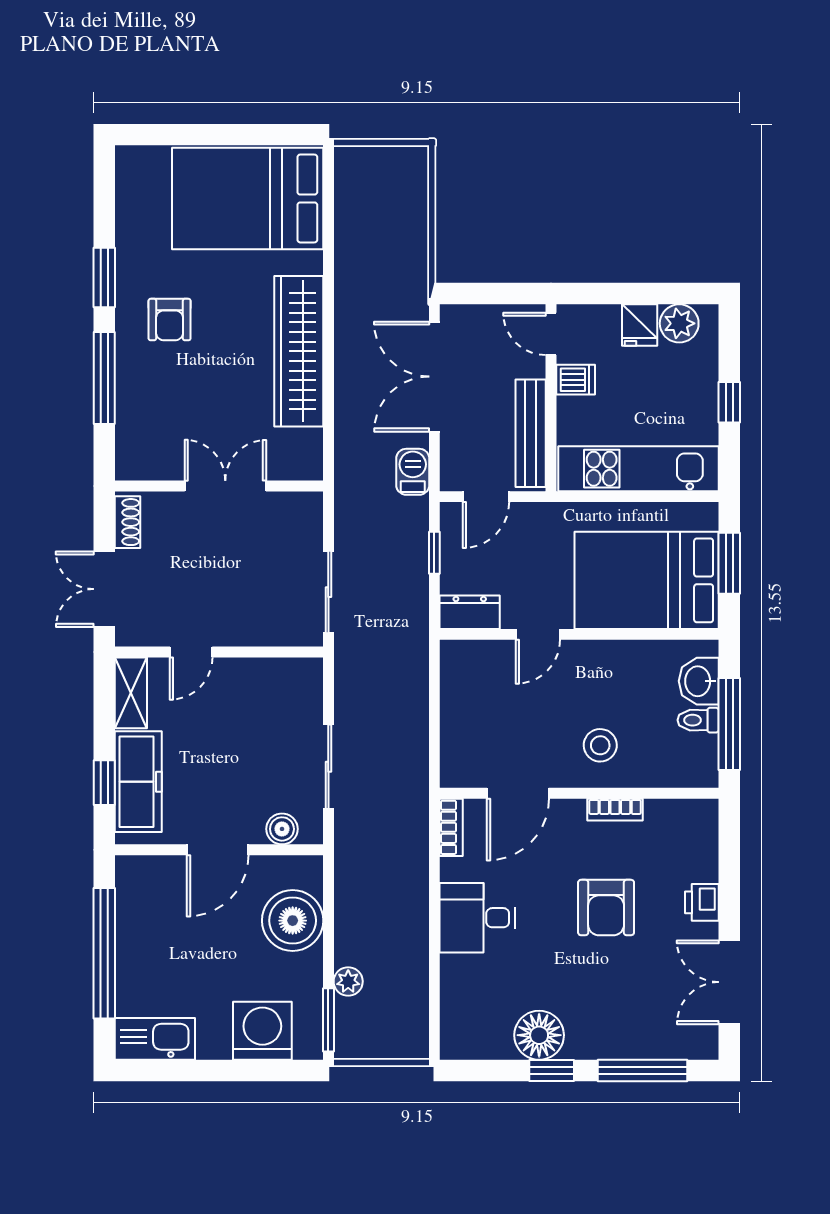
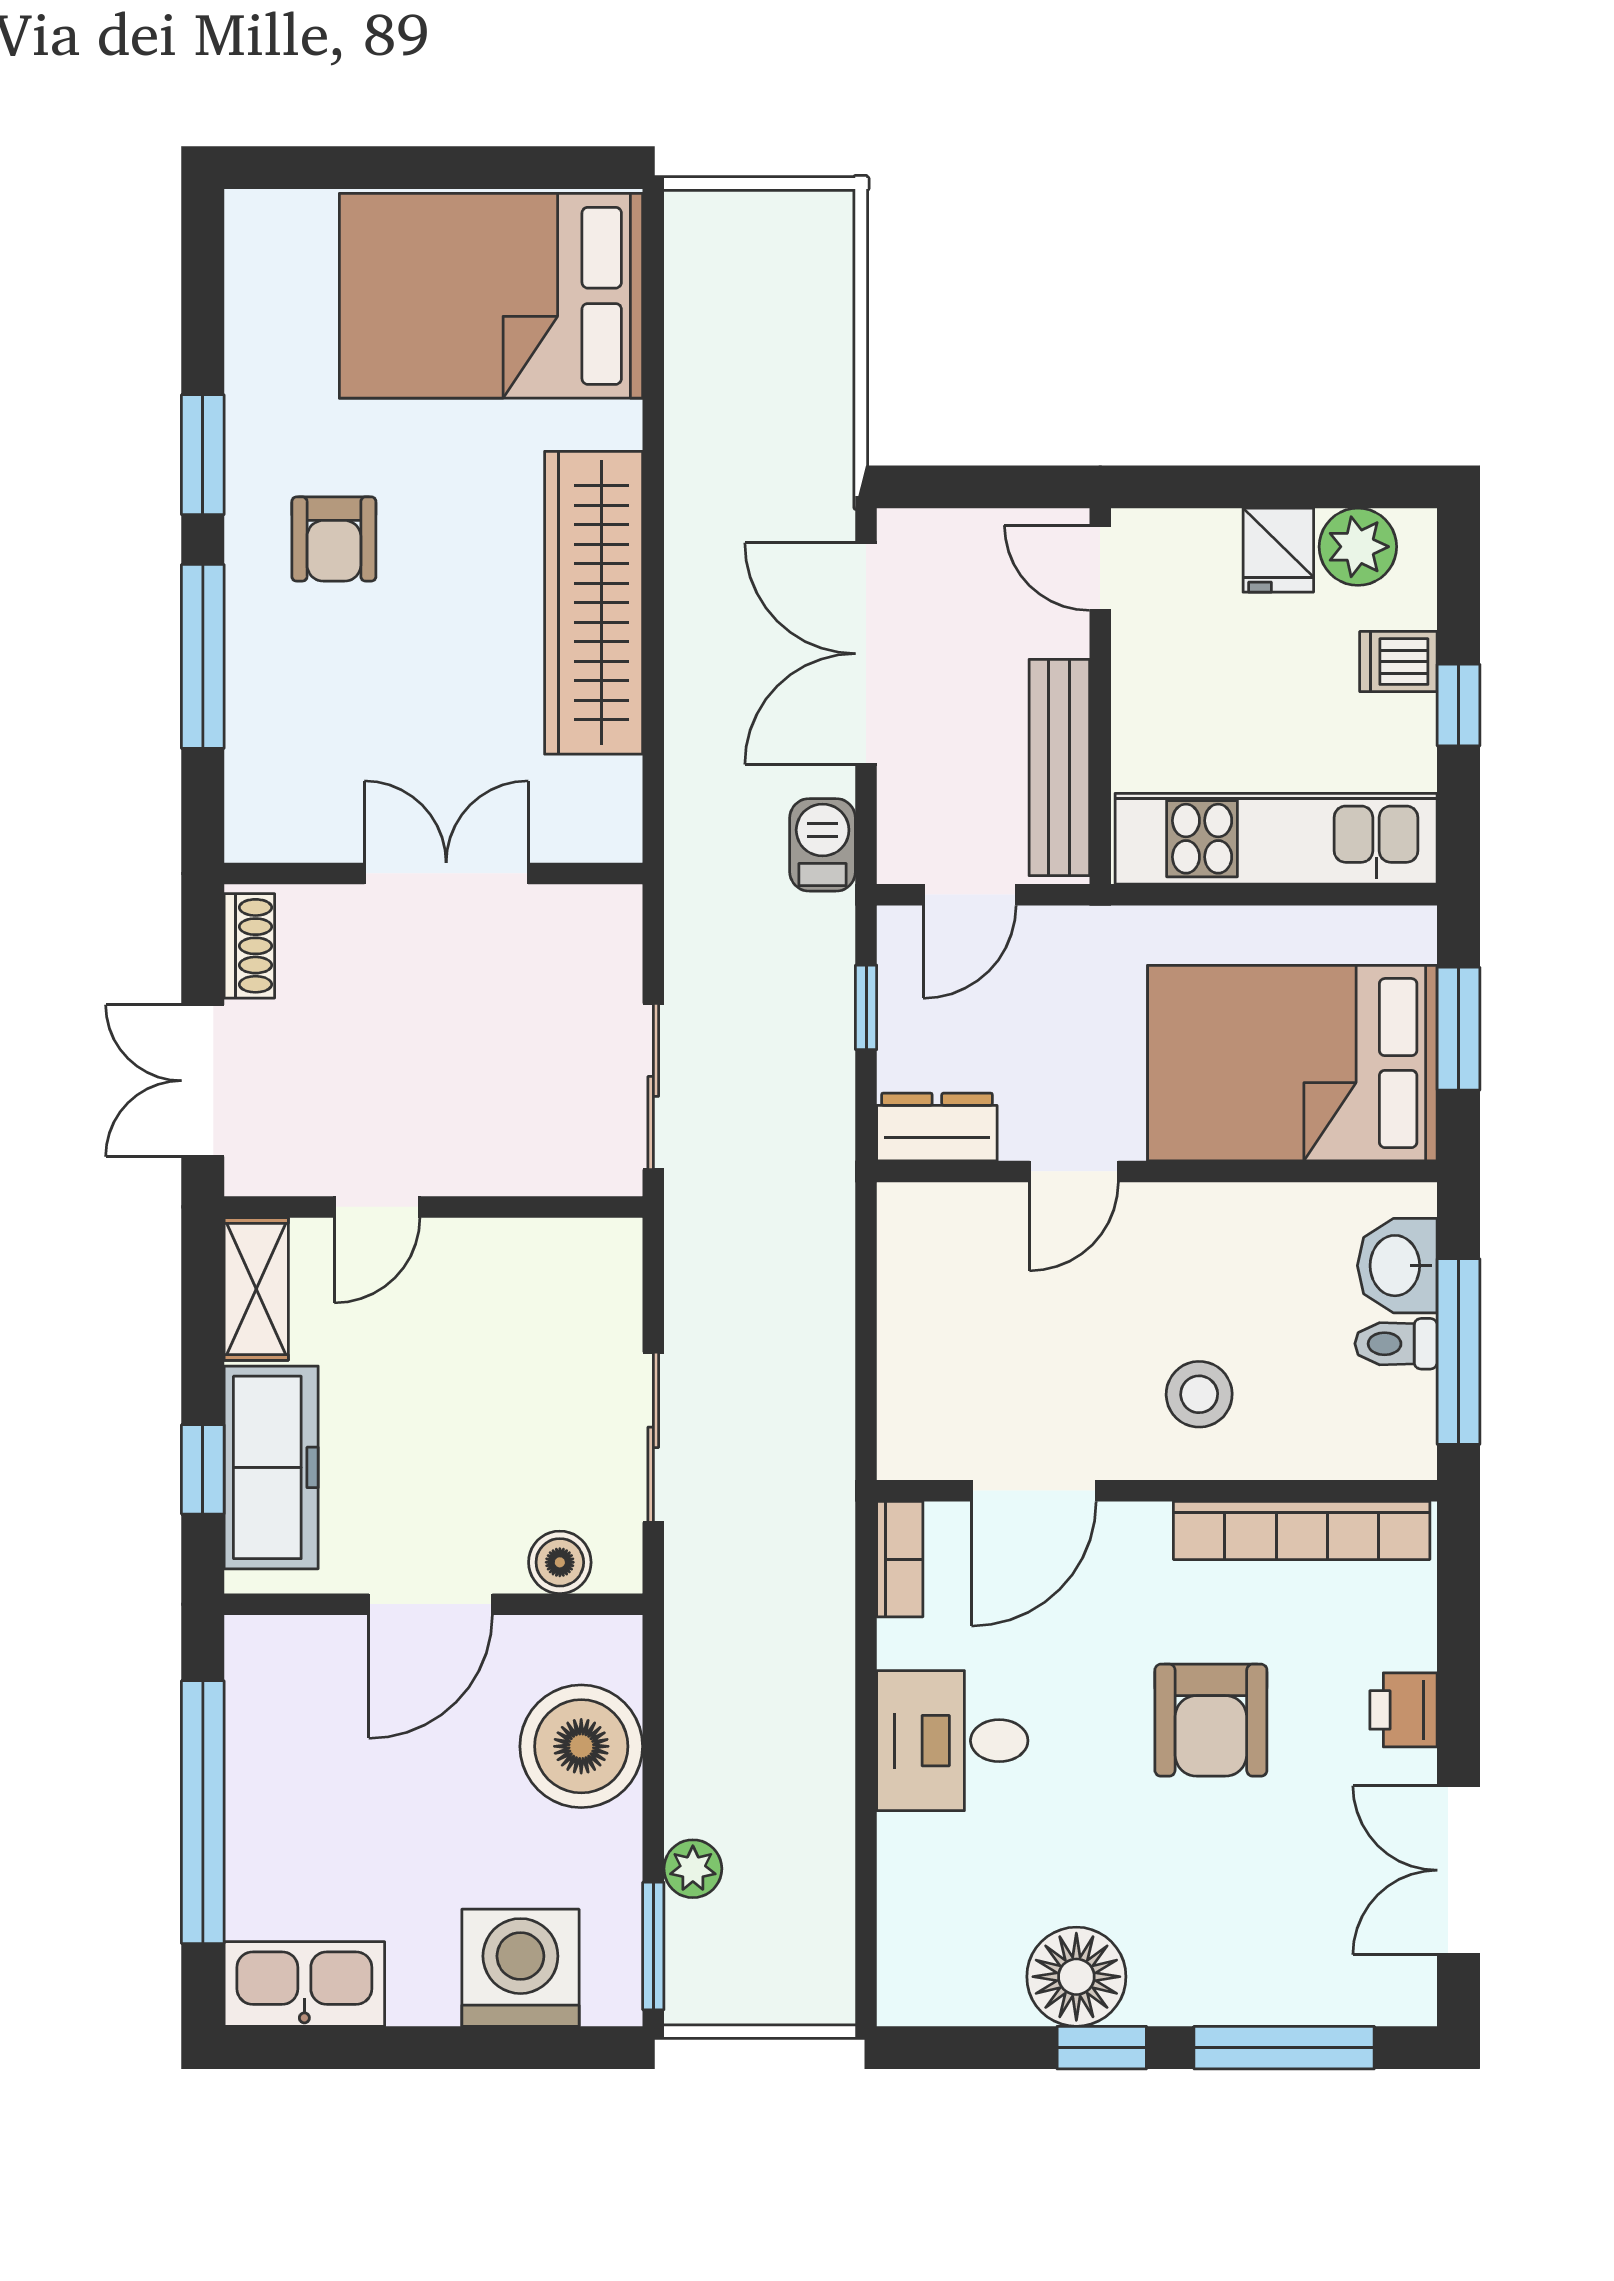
dishwasher: (576, 380) -> (1398, 662), moved, turned 180
bookcase: (615, 810) -> (1302, 1530), width x2.31, depth x1.31

